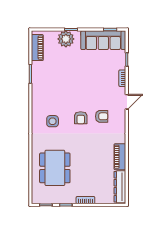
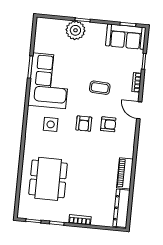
sofa: (103, 40) -> (126, 37), width x0.73
piano: (37, 48) -> (41, 37), removed
corner sofa: (48, 84) -> (49, 81), added
coffee table: (91, 86) -> (100, 88), added
door: (127, 102) -> (139, 110), swing flipped

